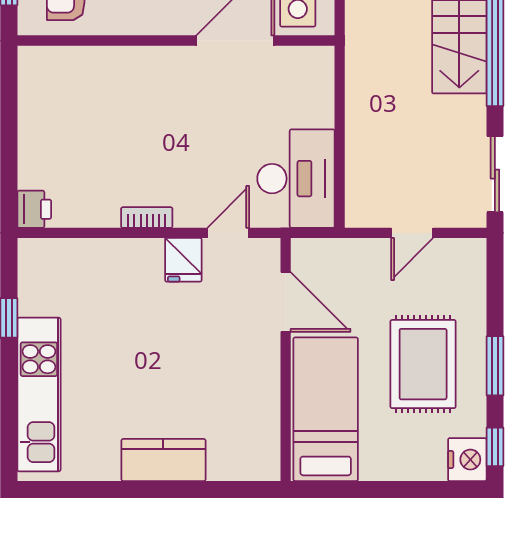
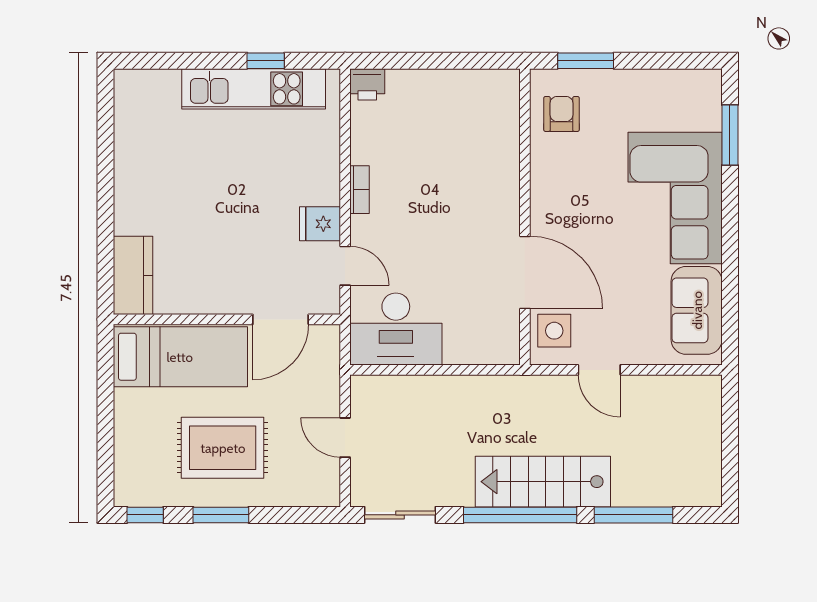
kitchen unit: (39, 394) -> (254, 89), moved
kitchen counter: (163, 460) -> (133, 275), moved
nightstand: (467, 460) -> (133, 489), removed

